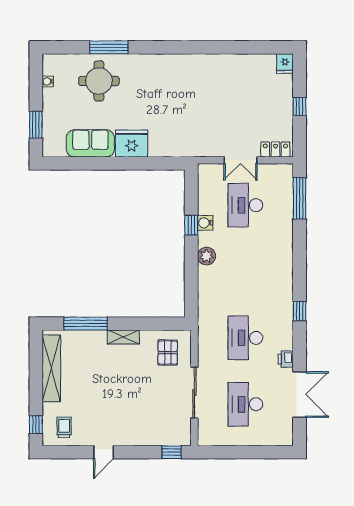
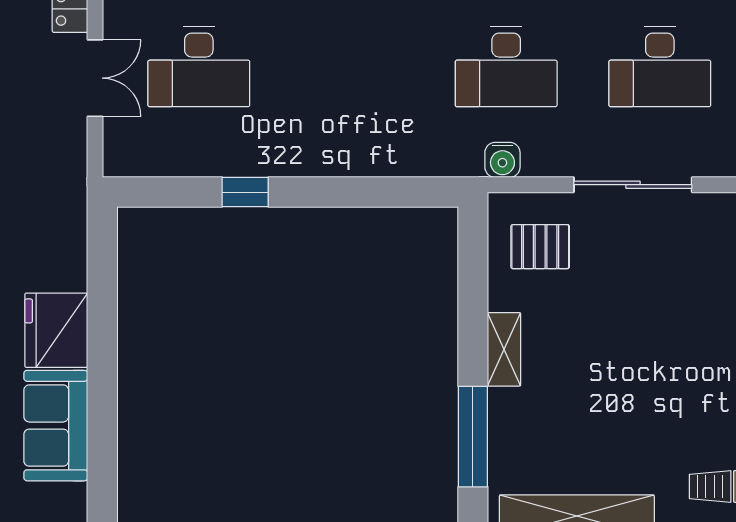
water cooler: (205, 223) -> (502, 160), moved
plant: (206, 256) -> (317, 157), removed

